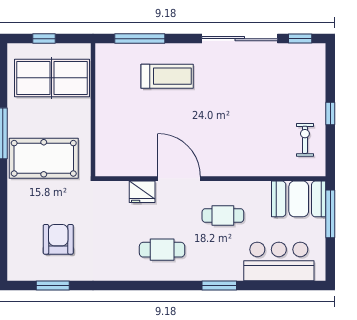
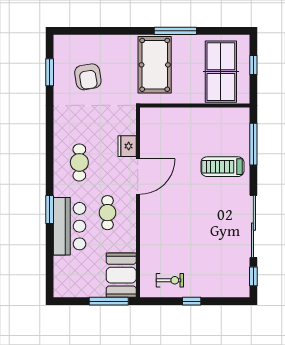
treadmill: (167, 76) -> (222, 167), turned 90
armchair: (58, 239) -> (88, 77), turned 81
bar counter: (279, 262) -> (70, 226), moved

